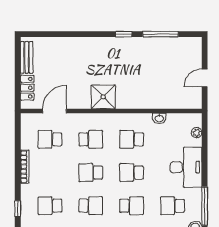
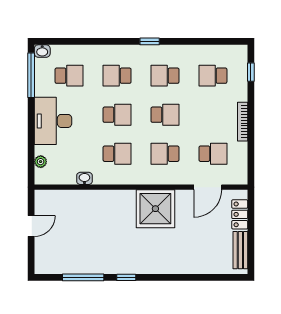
shower: (103, 97) -> (155, 209), width x1.37, depth x1.37
school desk: (50, 206) -> (213, 76), turned 180

